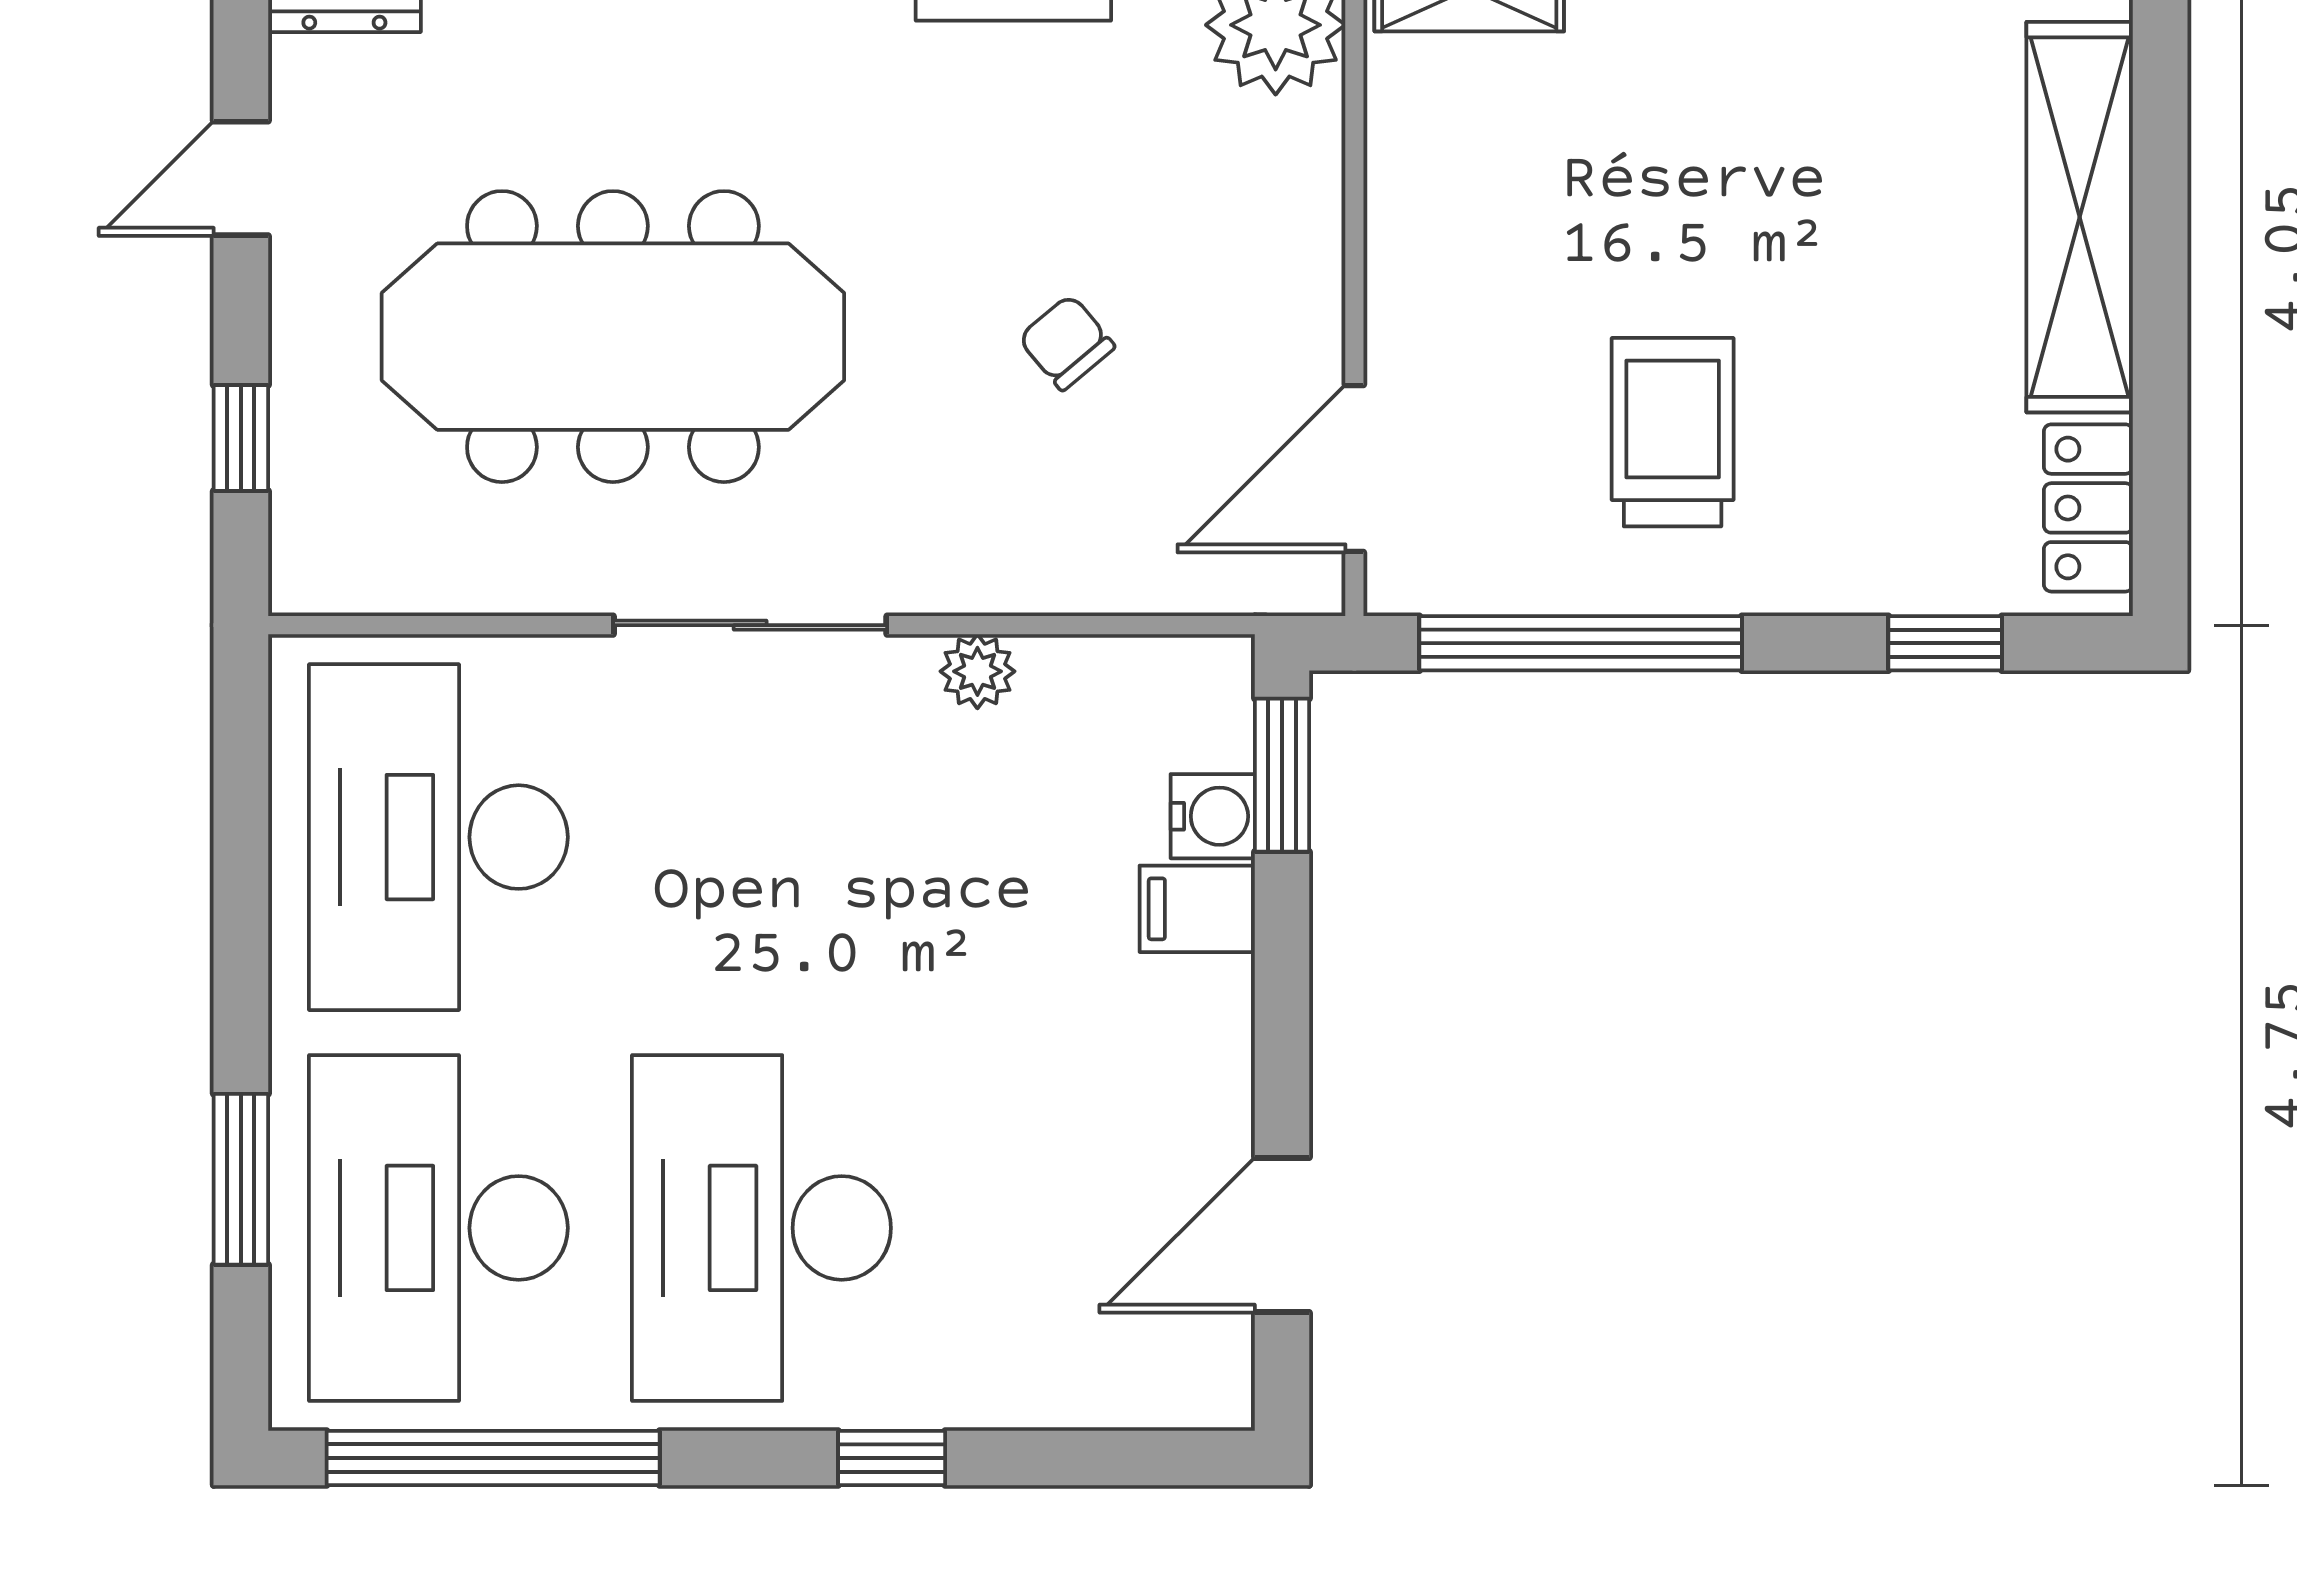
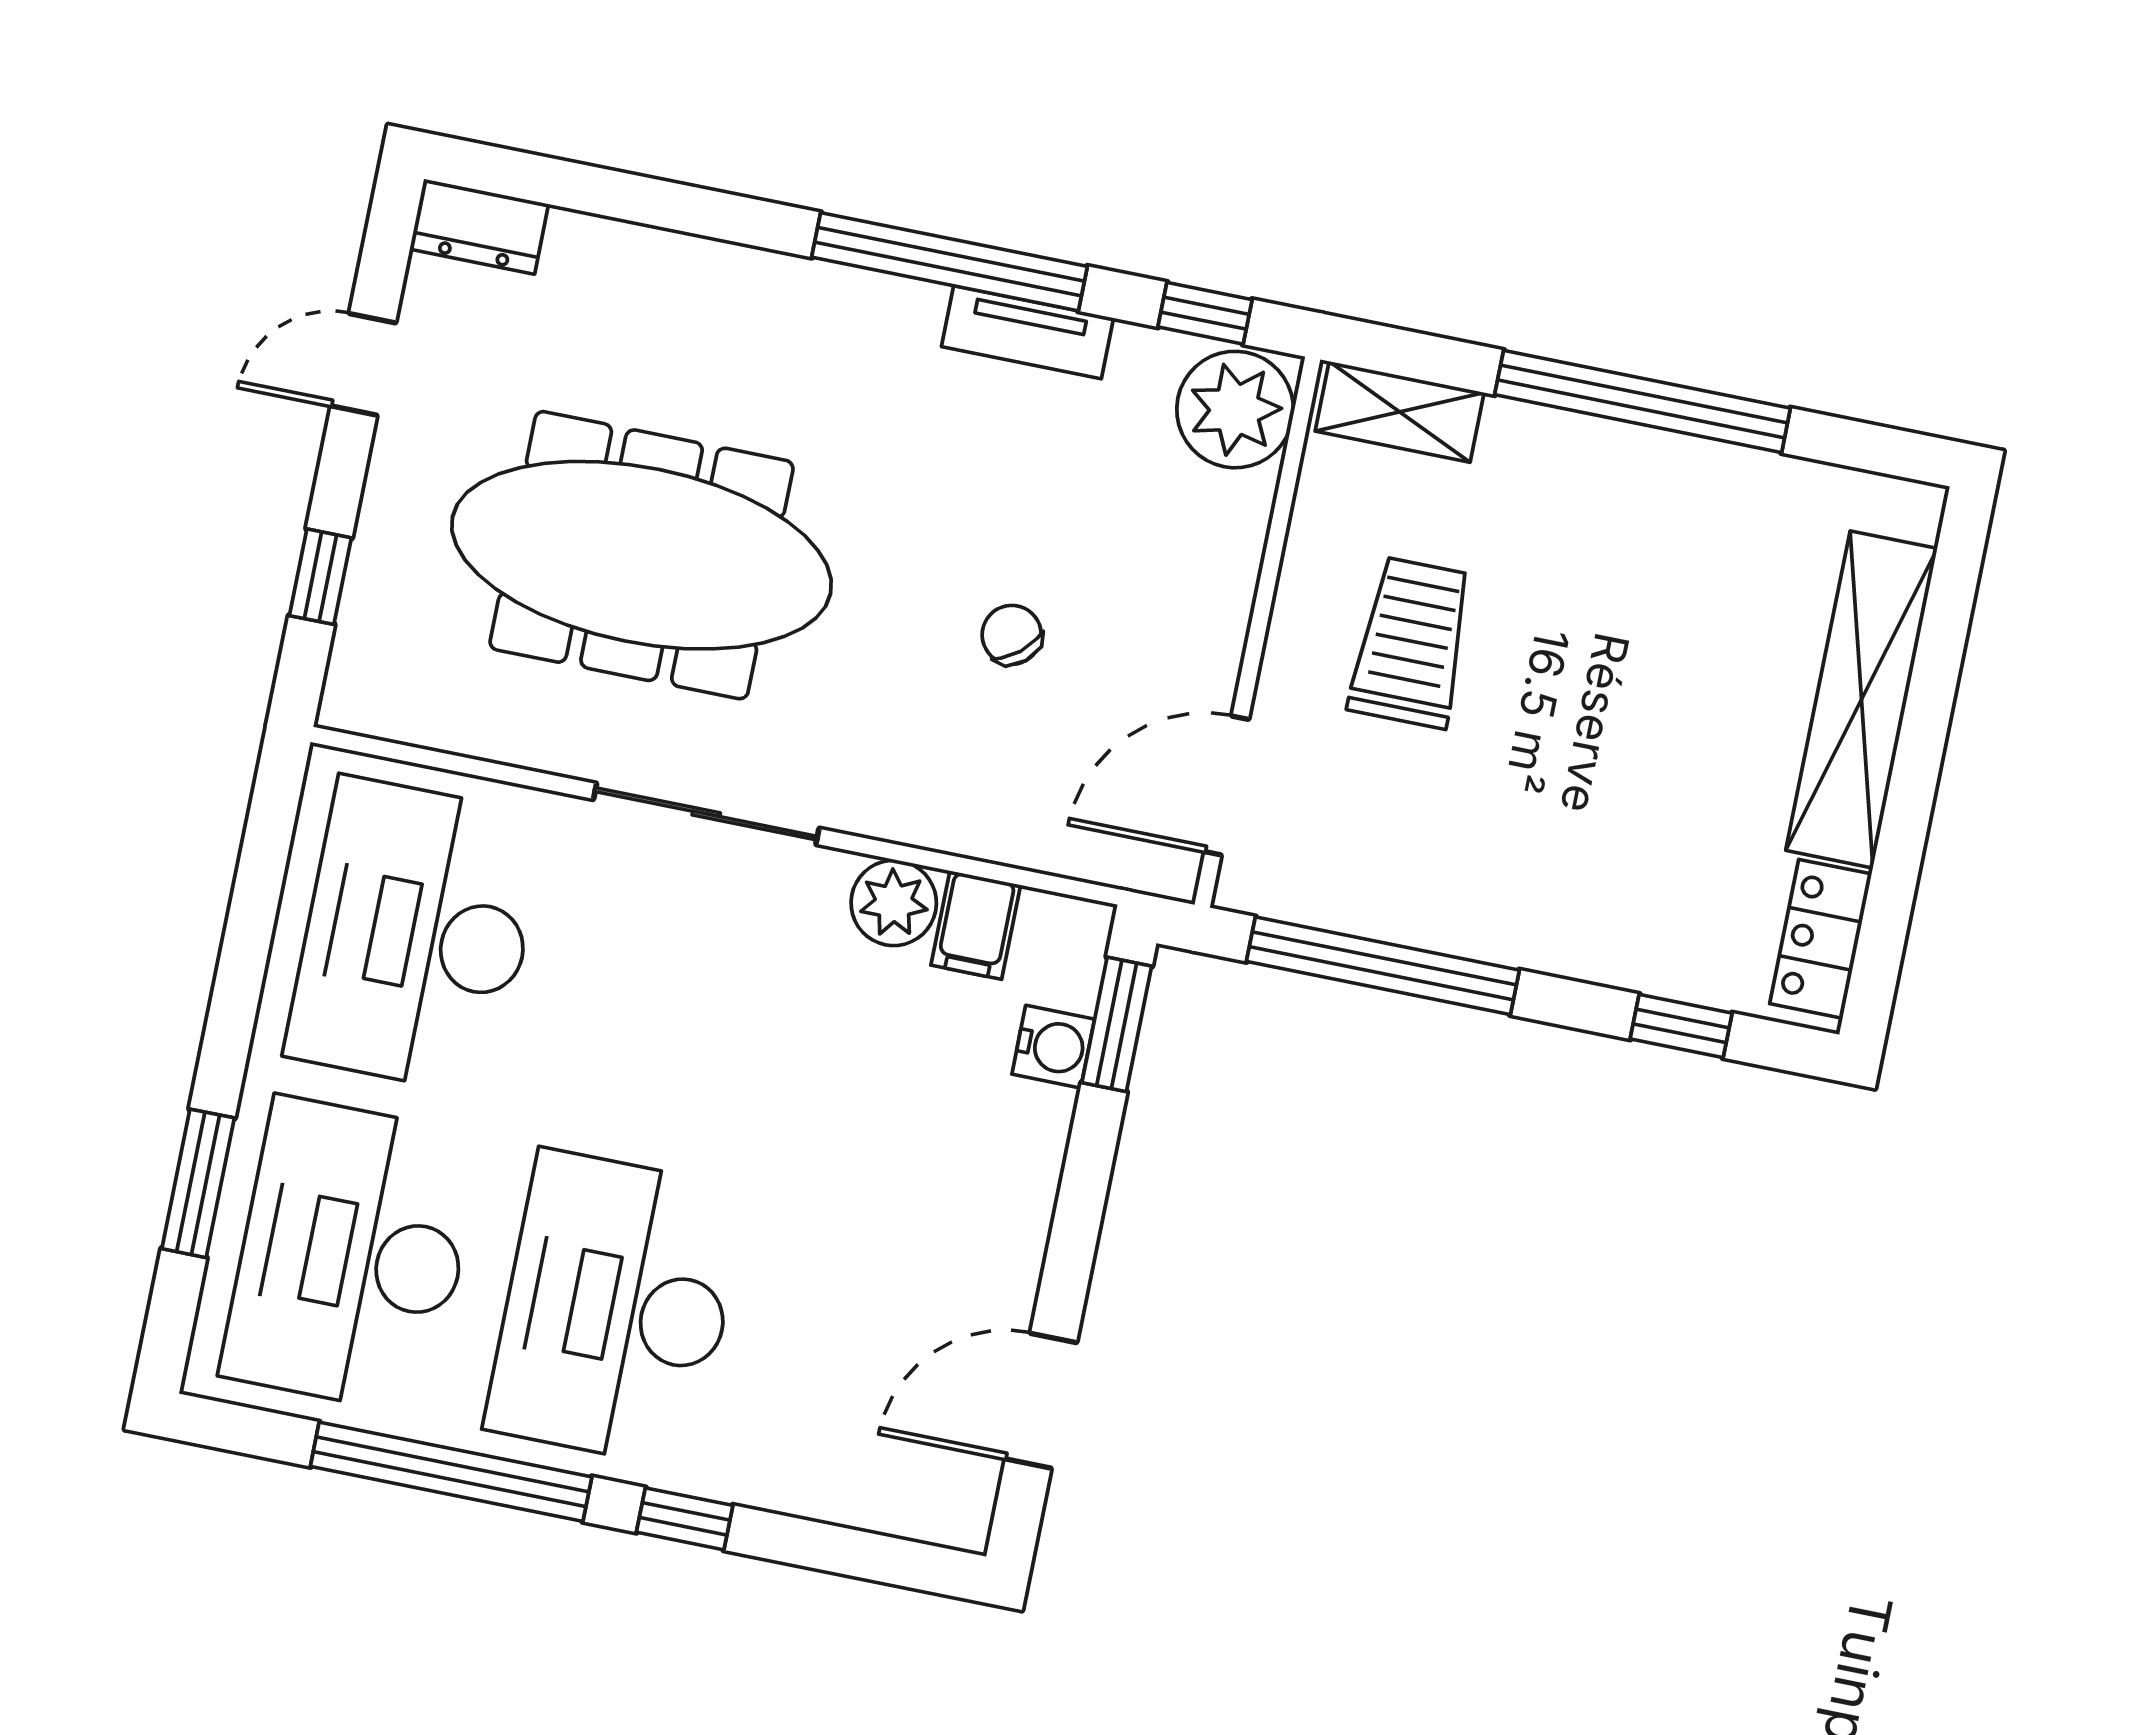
trolley: (1673, 432) -> (1412, 643), moved
plant: (977, 671) -> (894, 903), width x1.38, depth x1.38
filing cabinet: (1197, 909) -> (976, 925), moved, turned -90
window: (493, 1458) -> (451, 1472), moved

